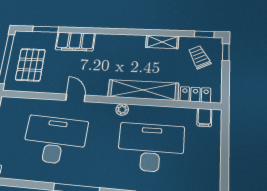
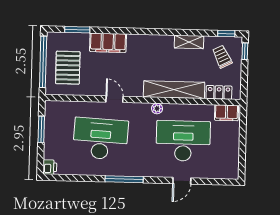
filing cabinet: (204, 117) -> (226, 113), width x2.00

